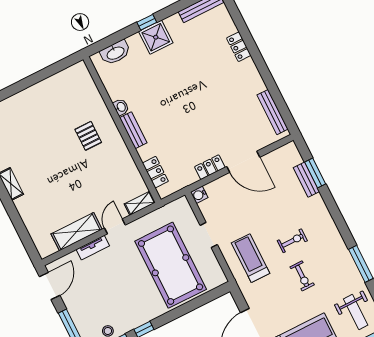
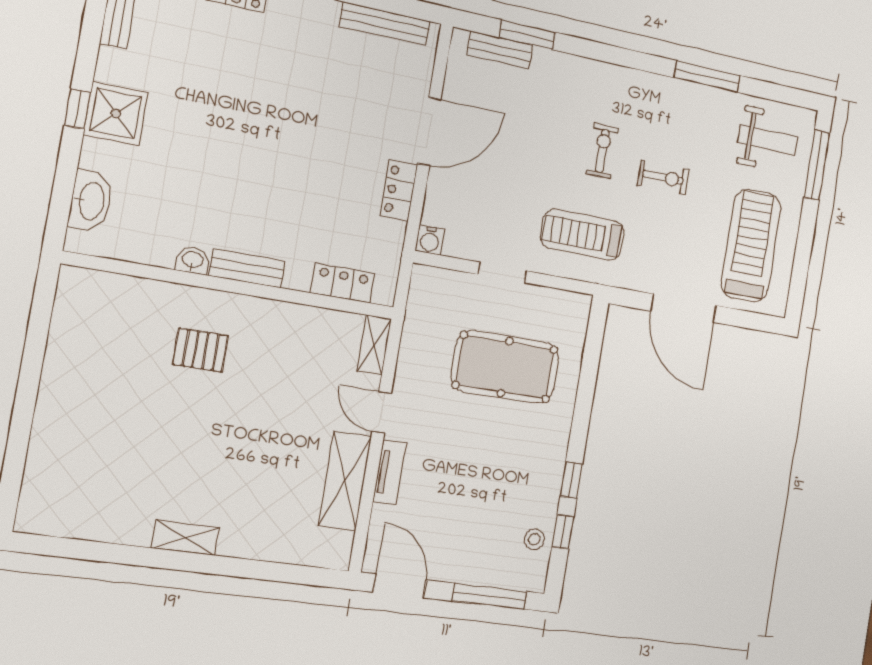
bench: (306, 180) -> (500, 50), moved
pool table: (171, 265) -> (505, 367), width x0.73, depth x0.76

